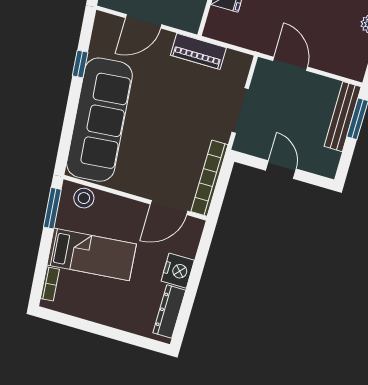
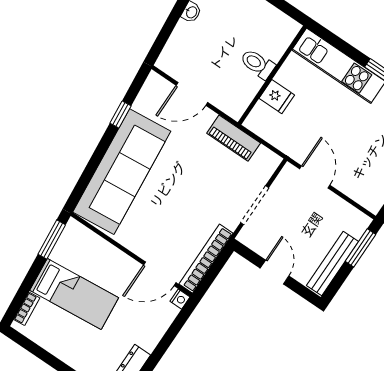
bench: (343, 117) -> (333, 264), moved
stool: (84, 198) -> (84, 240), removed
nightstand: (178, 271) -> (180, 299), moved, width x0.53, depth x0.56

